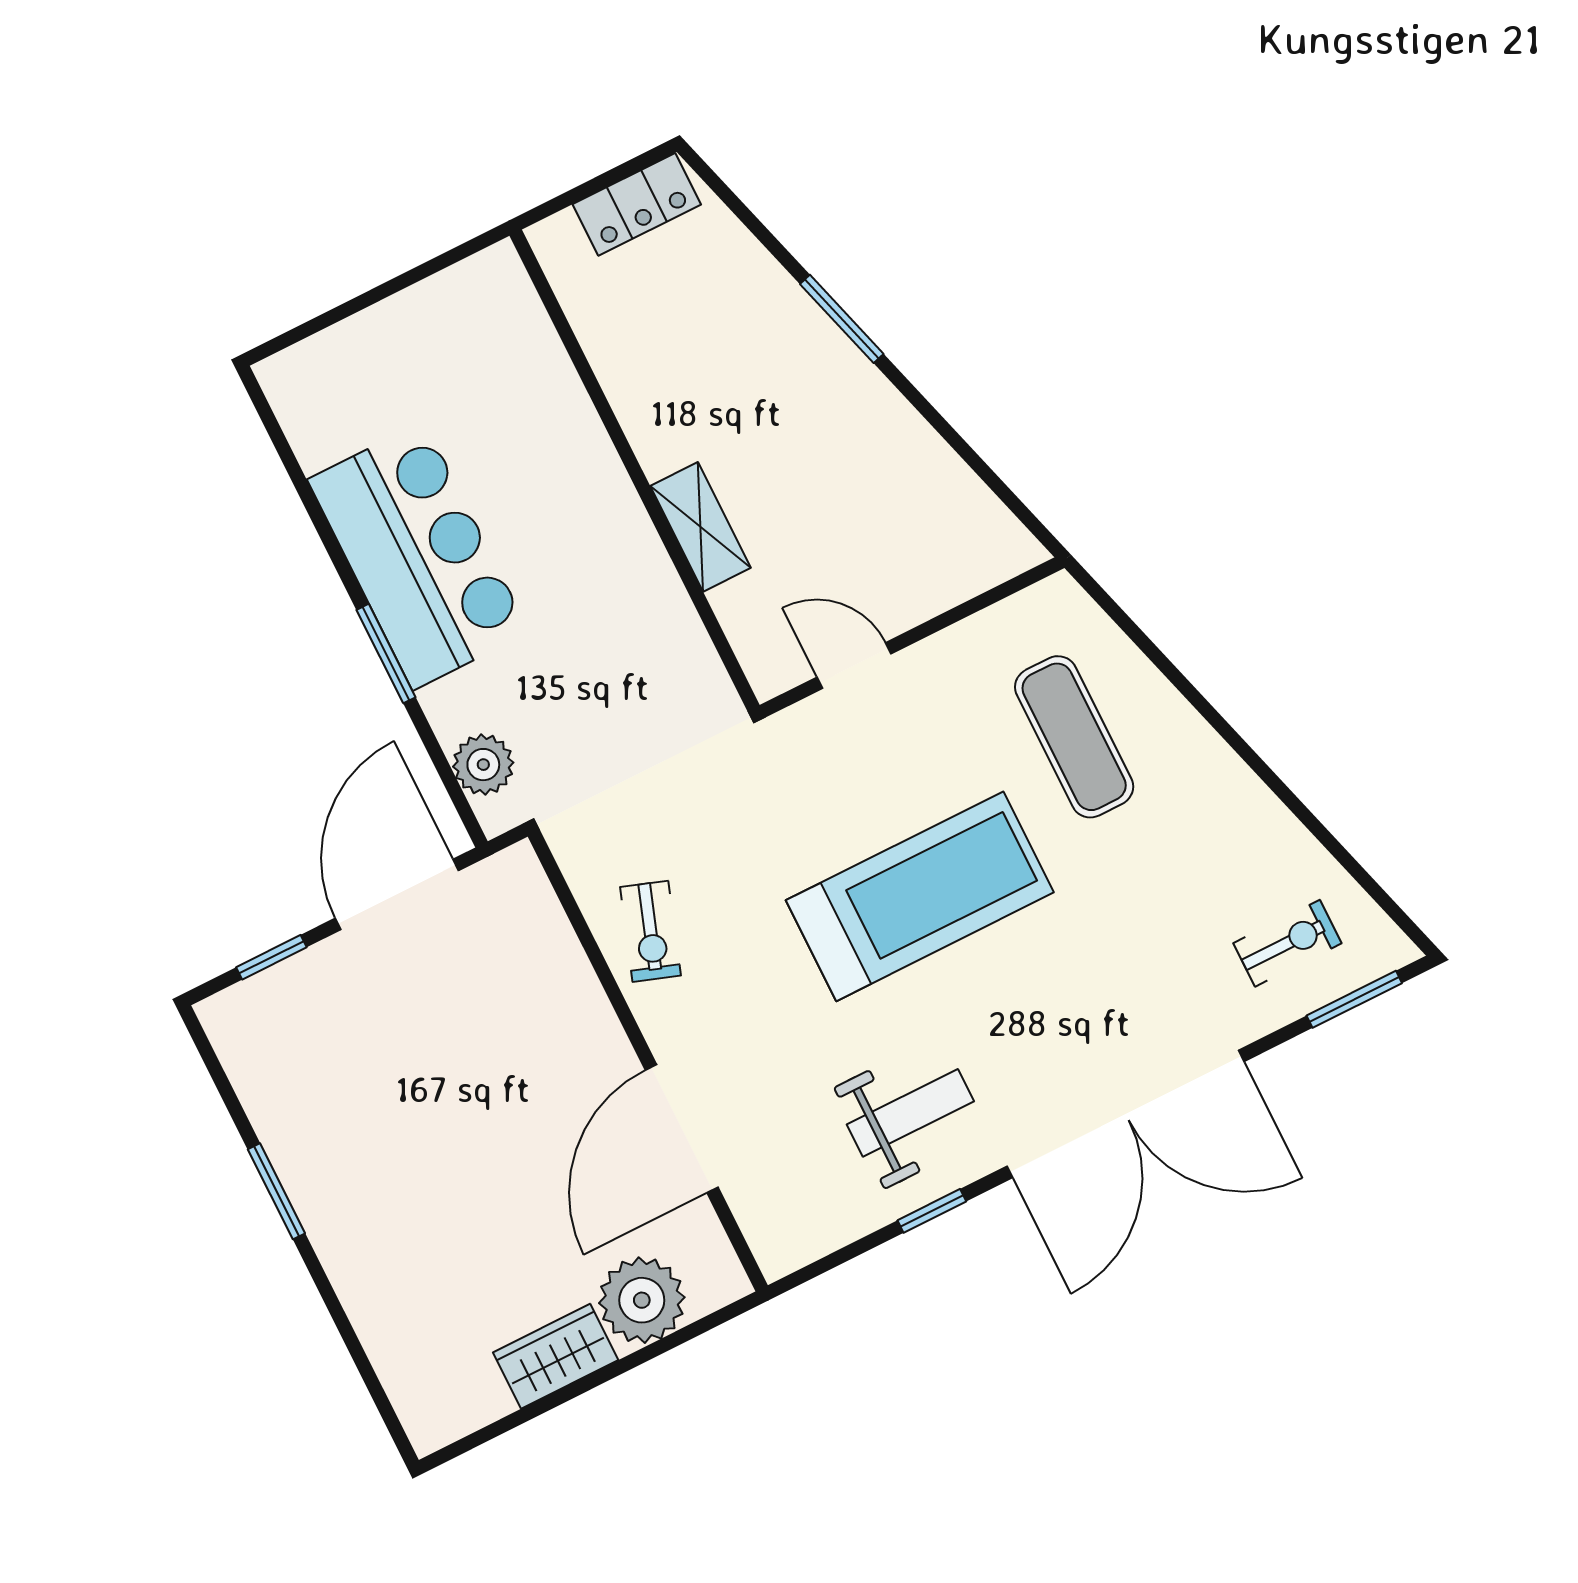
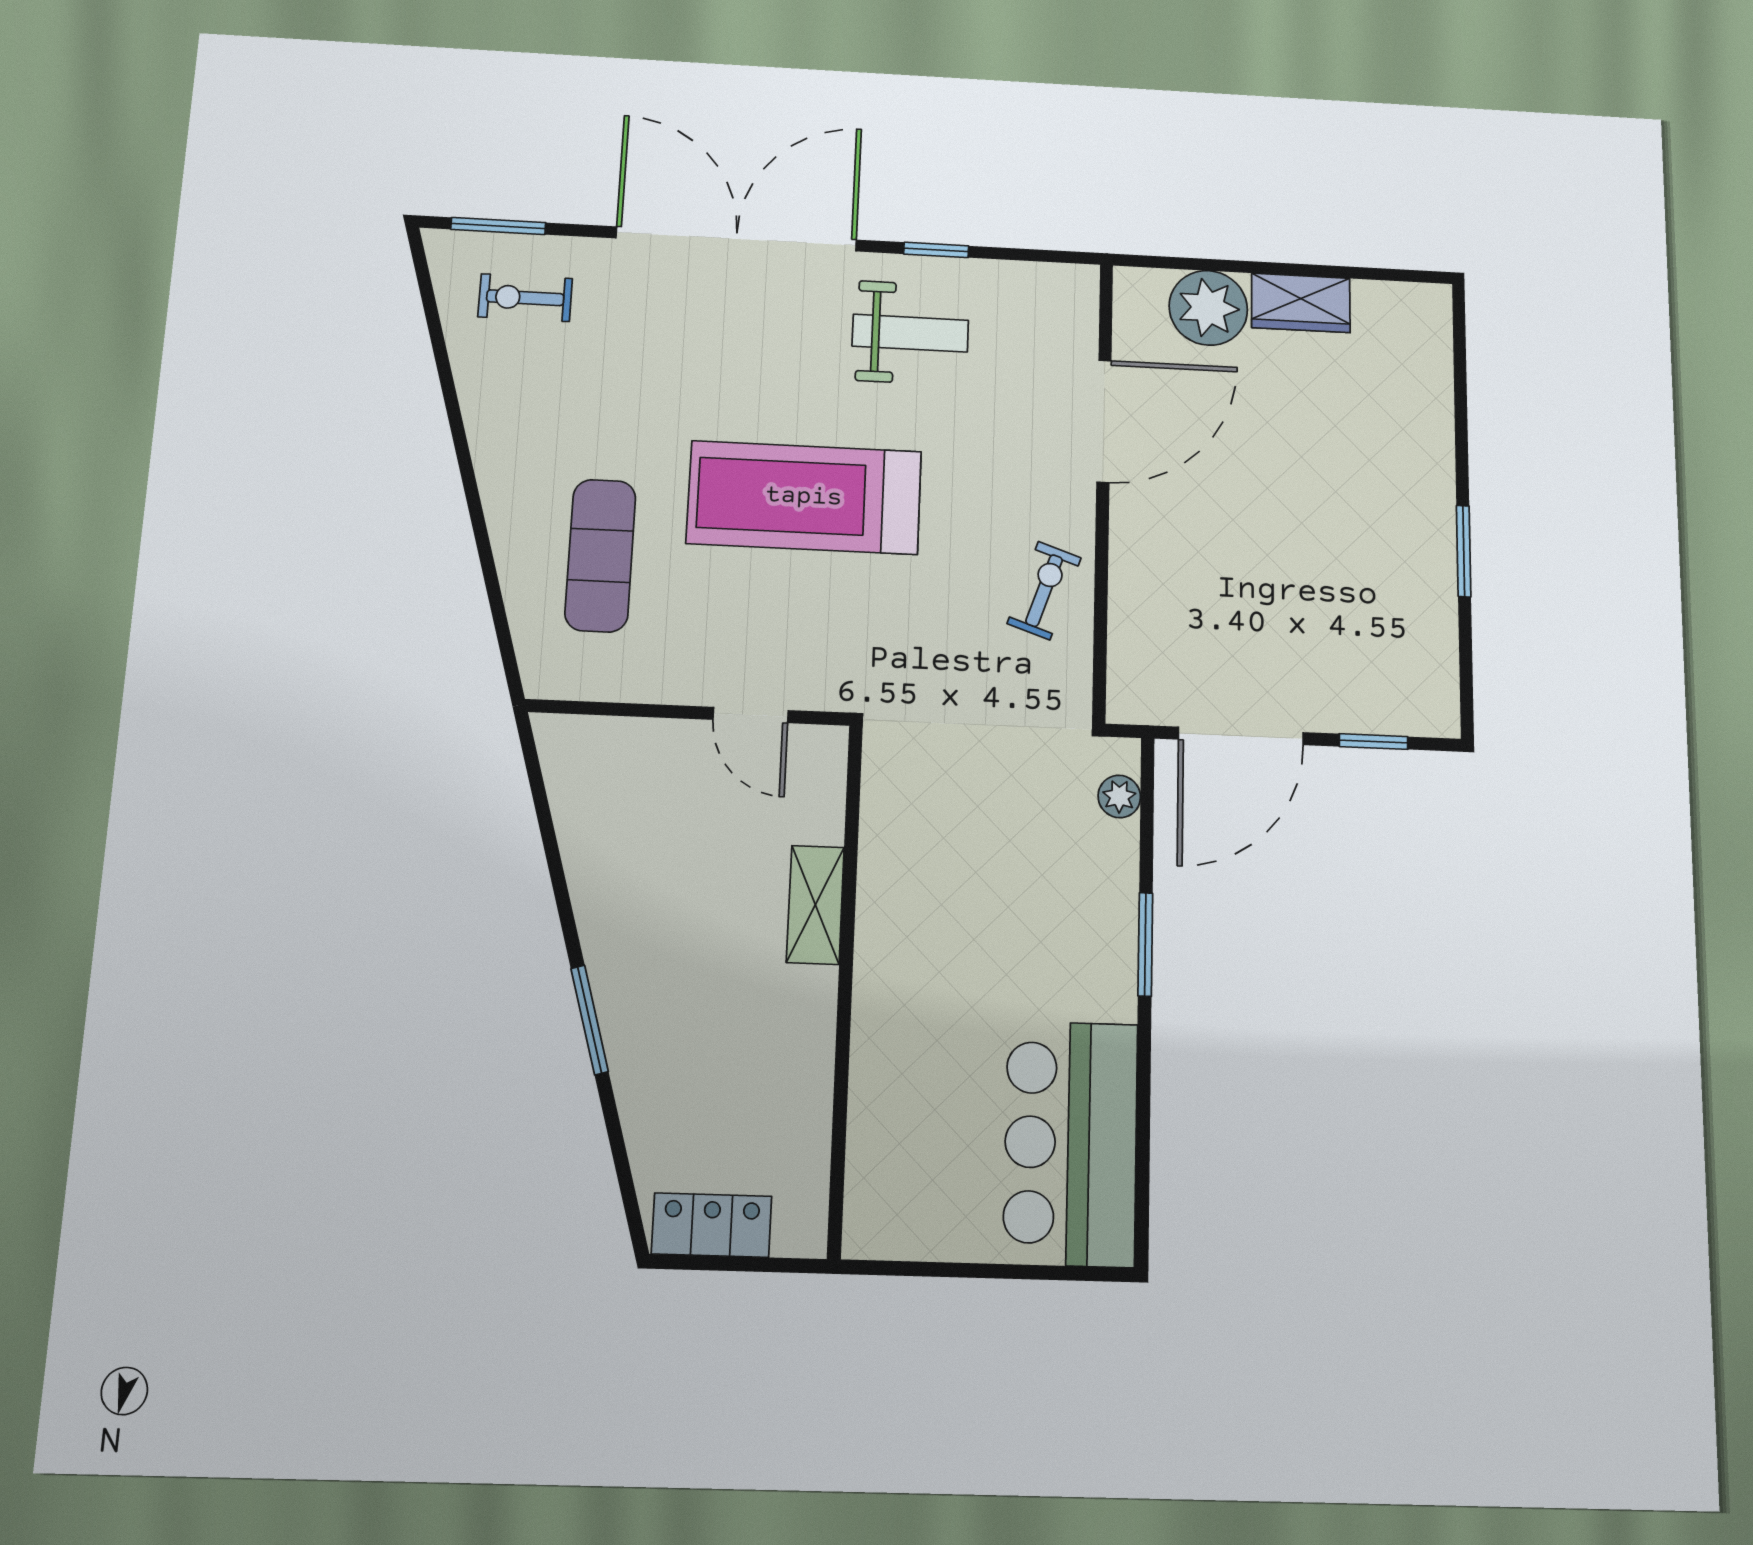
bar counter: (418, 556) -> (1071, 1143), moved
plant: (483, 765) -> (1119, 796), width x0.73, depth x0.73
weight bench: (910, 1113) -> (910, 333), turned 180

